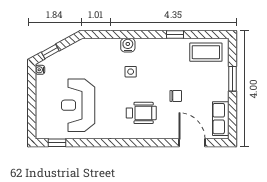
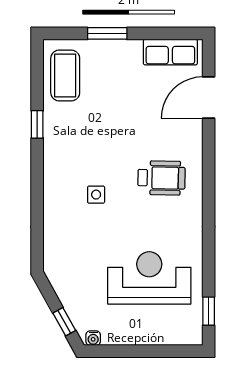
water cooler: (128, 45) -> (54, 199), removed
chair: (176, 96) -> (135, 123), removed
reception desk: (78, 105) -> (149, 278), turned 180
wheelchair: (141, 113) -> (161, 178), turned 91

